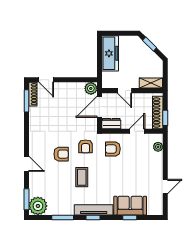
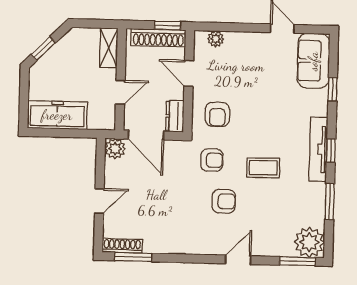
door: (46, 80) -> (99, 201), moved
armchair: (61, 154) -> (224, 201), turned 90
sofa: (130, 206) -> (313, 61), moved

